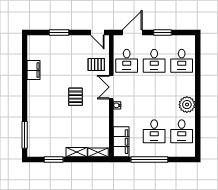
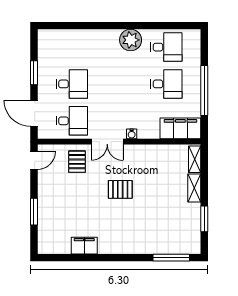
desk: (182, 61) -> (72, 47), removed

